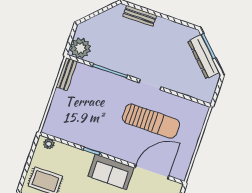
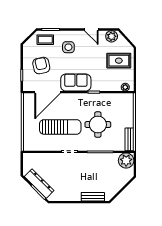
round table: (101, 107) -> (98, 125), added
sun lounger: (151, 121) -> (60, 127), turned 180

